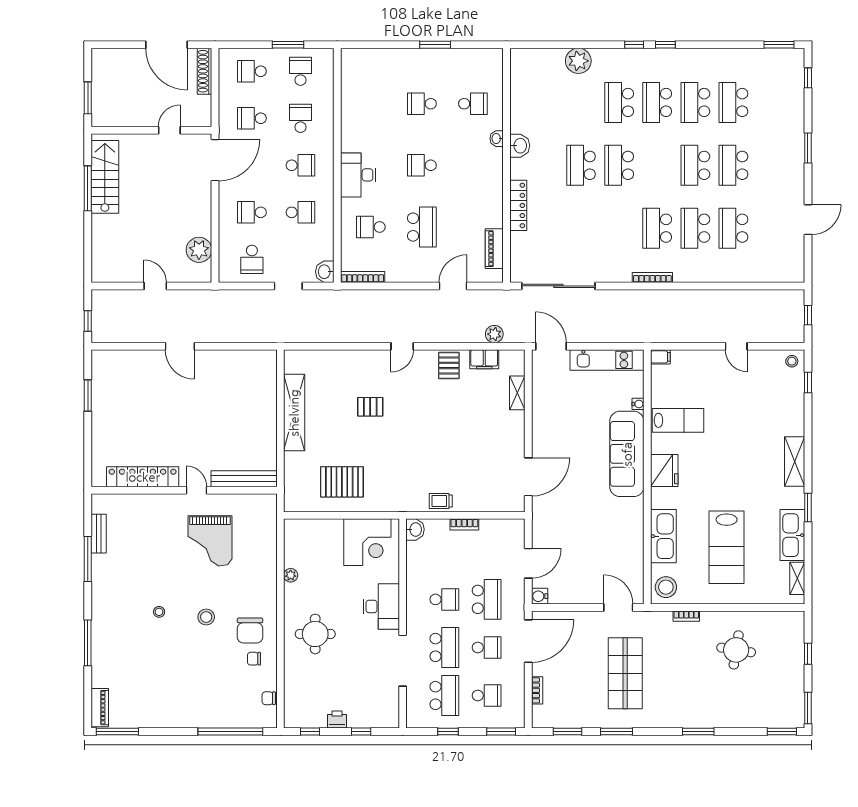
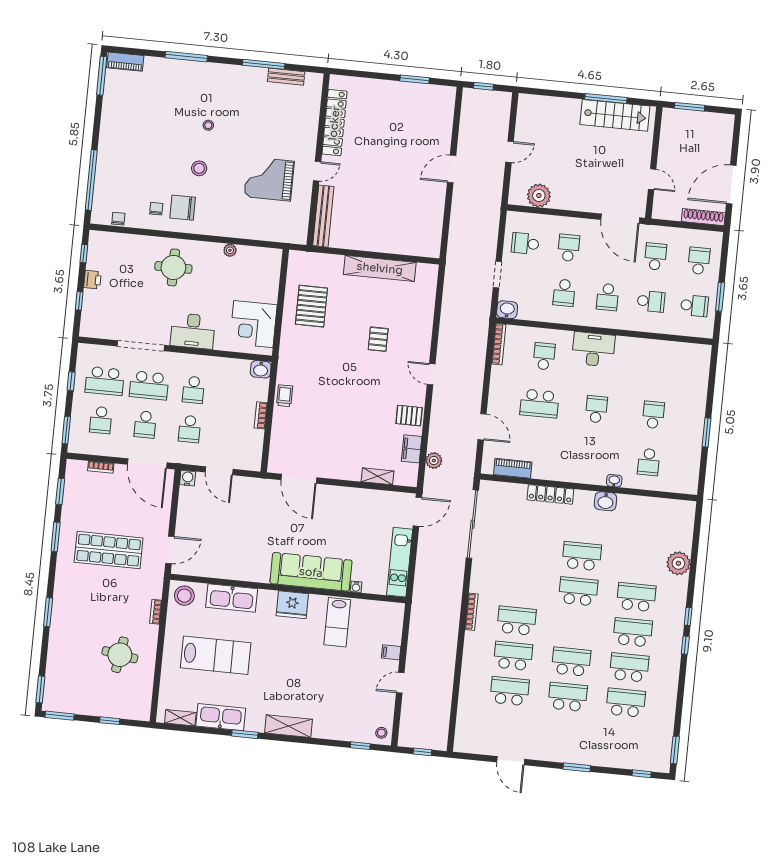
filing cabinet: (660, 357) -> (391, 652), moved, turned 90
lab bench: (727, 547) -> (216, 655), turned 180
school desk: (487, 599) -> (190, 429), width x0.54

